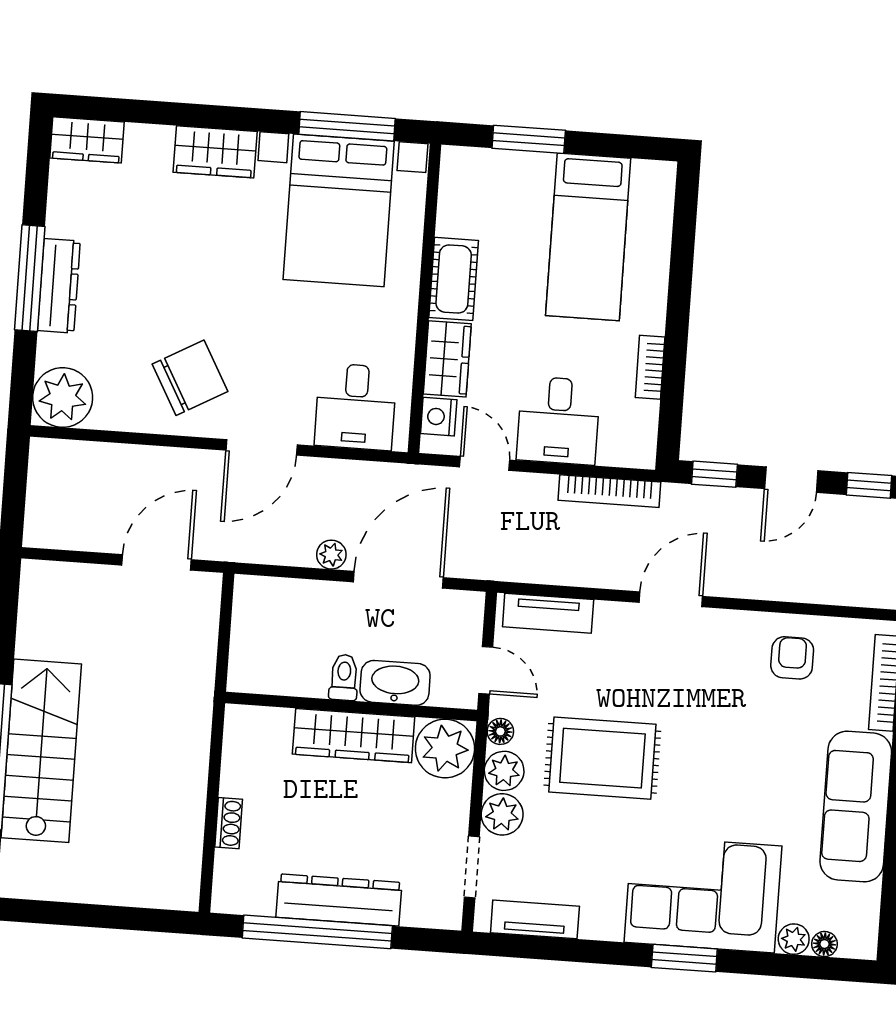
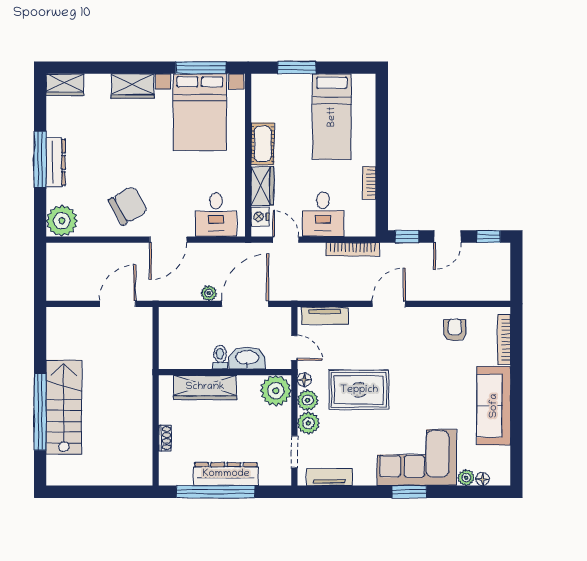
wardrobe: (354, 736) -> (205, 387), moved

